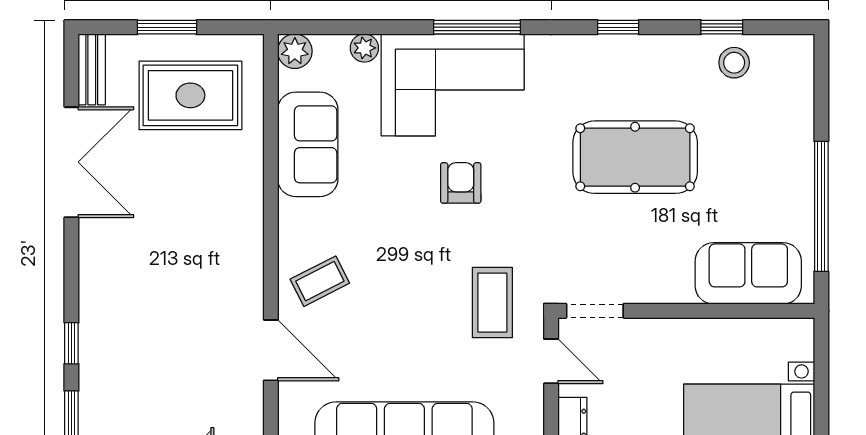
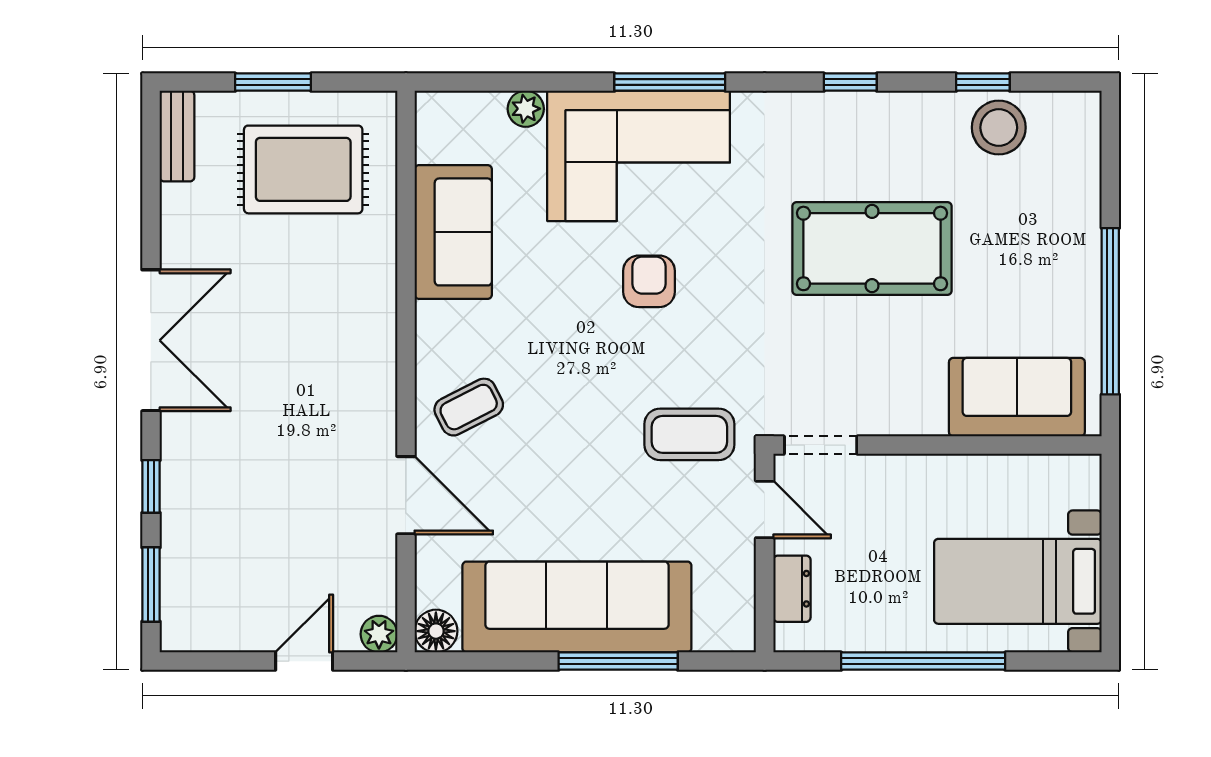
plant: (295, 51) -> (437, 113), removed
stool: (734, 63) -> (999, 128), width x1.38, depth x1.38
double door: (71, 162) -> (151, 340), moved
coffee table: (492, 303) -> (689, 434), turned 90

